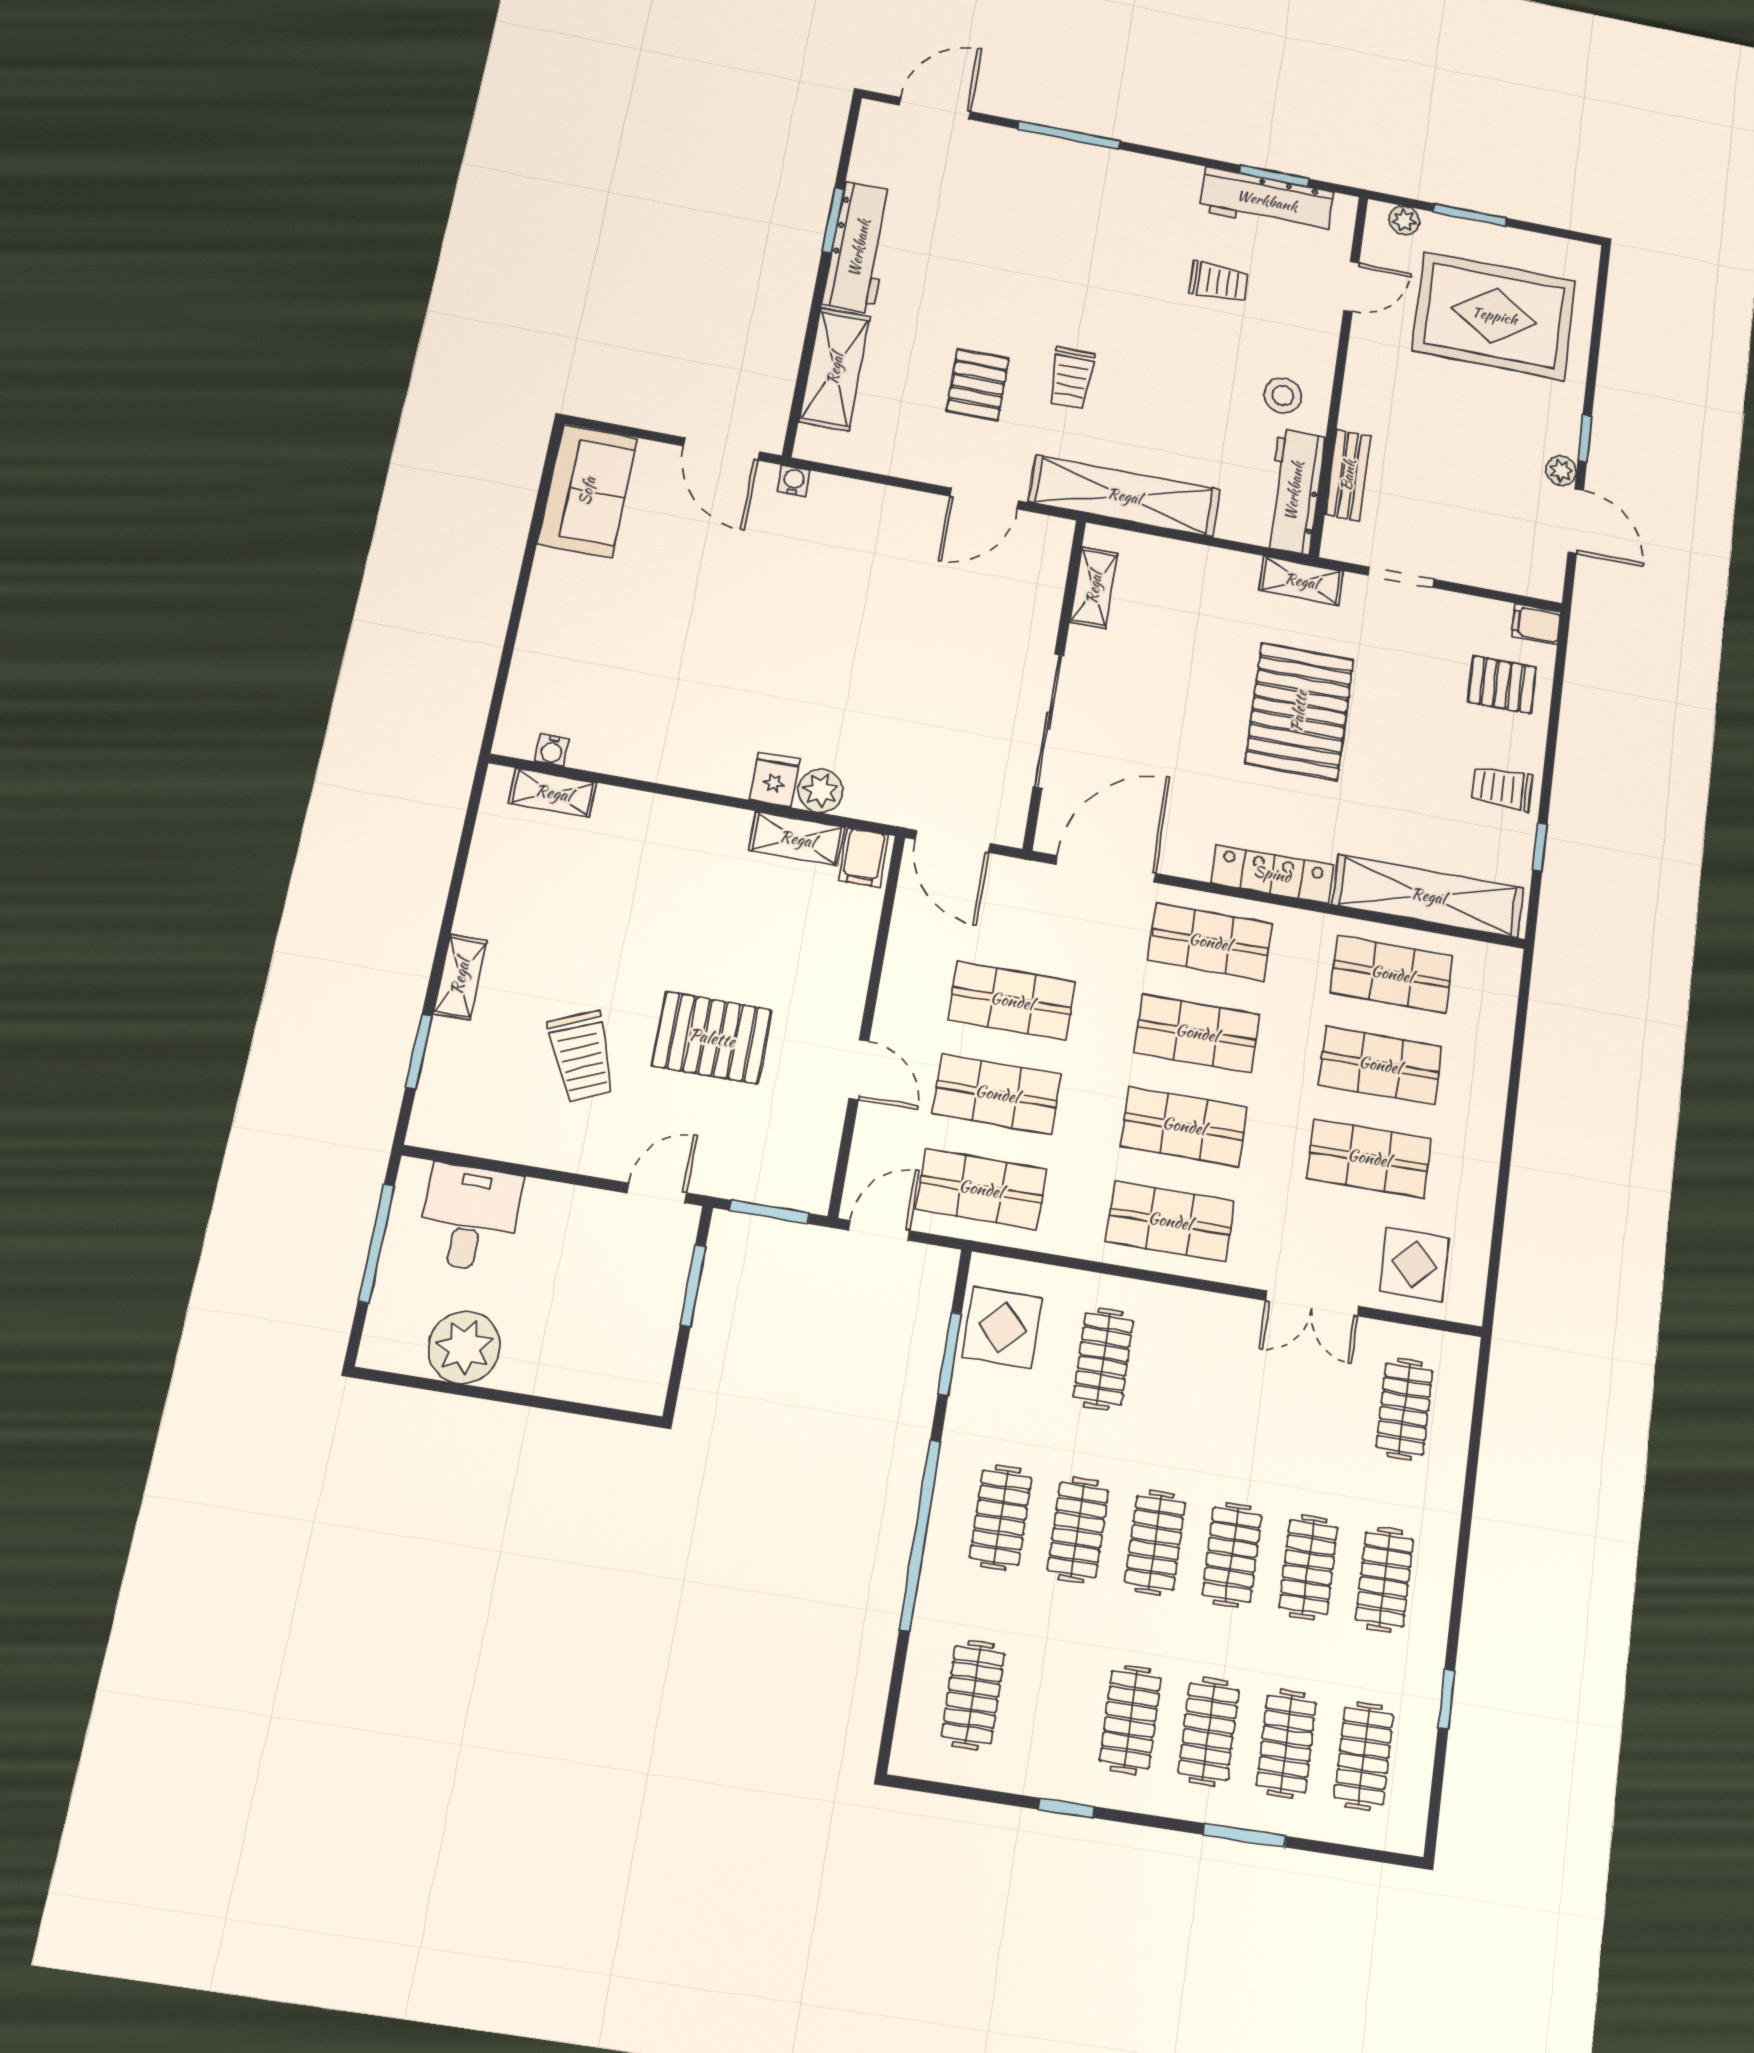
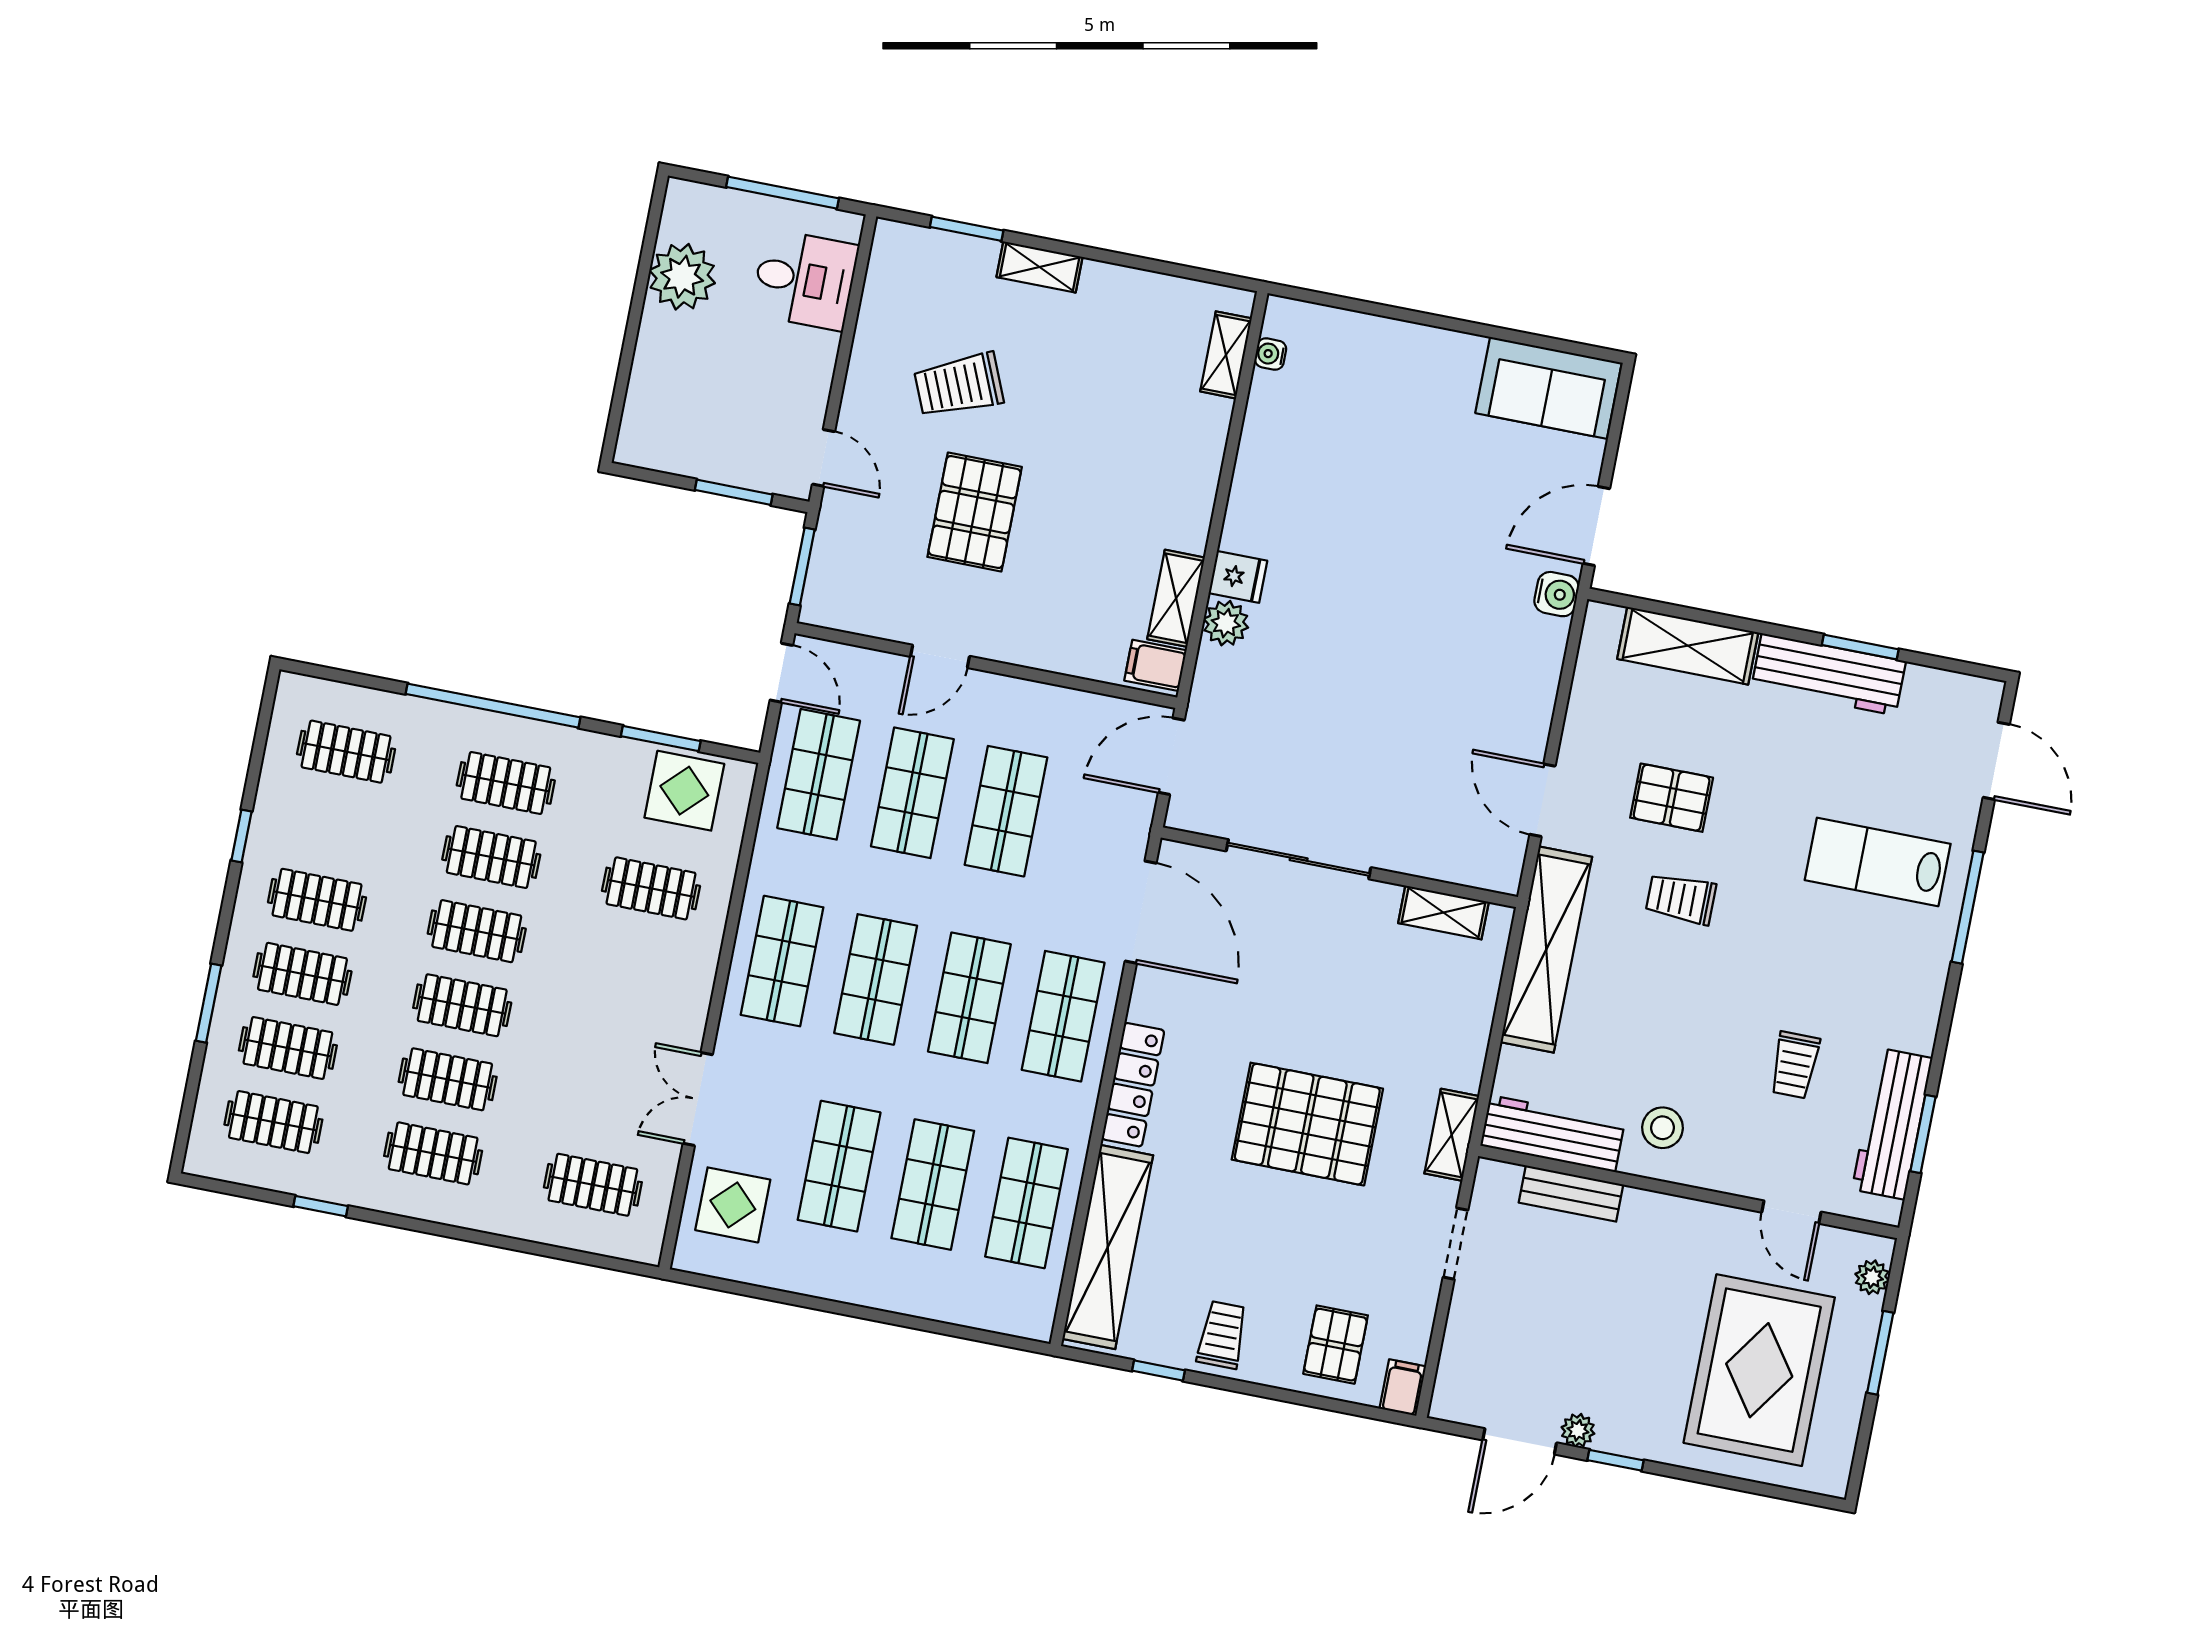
lab bench: (1031, 209) -> (1878, 862), added
water cooler: (794, 481) -> (1557, 594), width x1.38, depth x1.38

